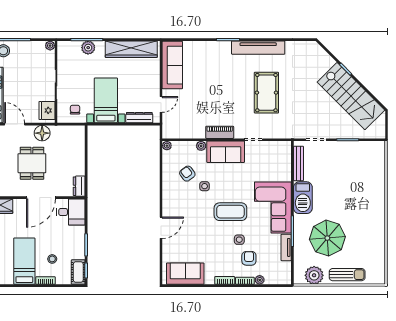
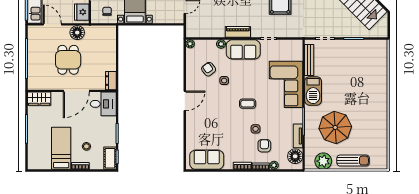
dresser: (139, 118) -> (165, 19), removed
corner sofa: (273, 208) -> (286, 84), moved
coffee table: (230, 212) -> (248, 104), width x0.54, depth x0.58
door: (161, 228) -> (185, 101), moved
floor lamp: (283, 270) -> (295, 156), added

